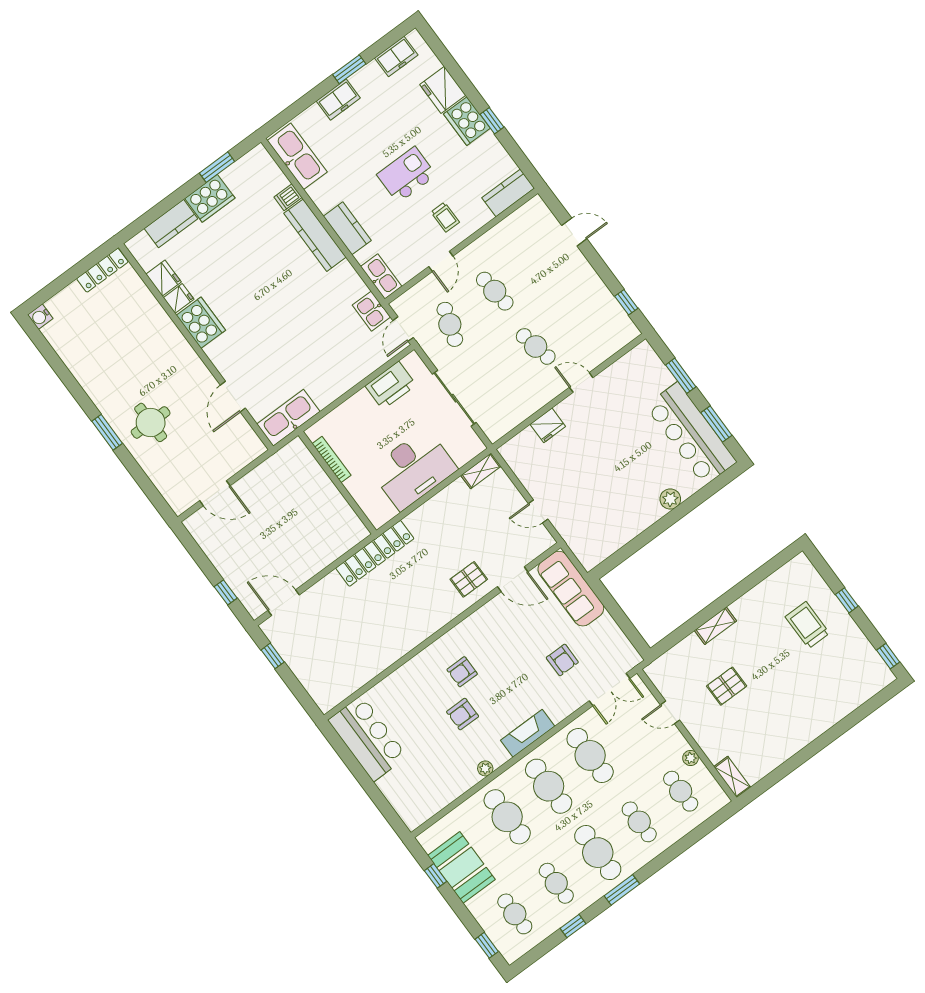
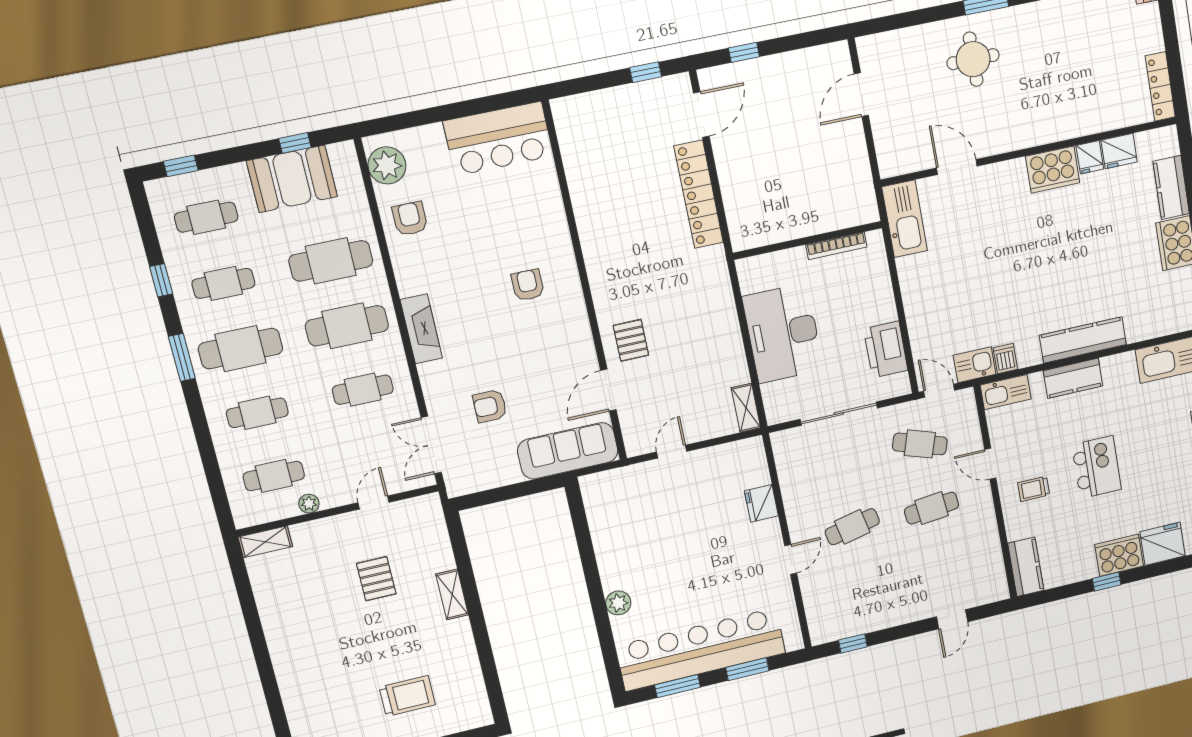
dishwasher: (288, 197) -> (1005, 359), moved
bar counter: (691, 434) -> (701, 649), width x1.36
locker: (375, 553) -> (699, 194), moved
armchair: (463, 714) -> (410, 219), moved
cafe table: (590, 755) -> (363, 390), width x0.73, depth x0.74
plant: (485, 768) -> (387, 165), moved, width x1.88, depth x1.88

